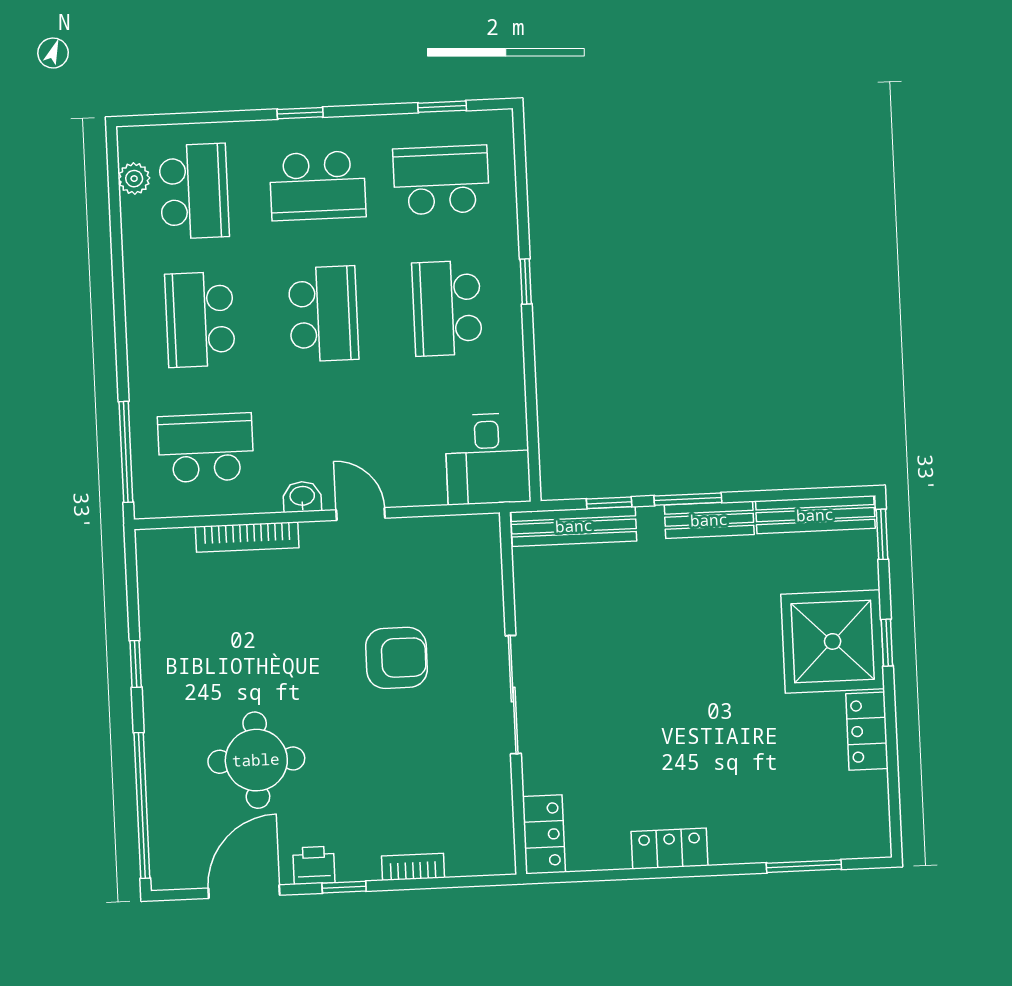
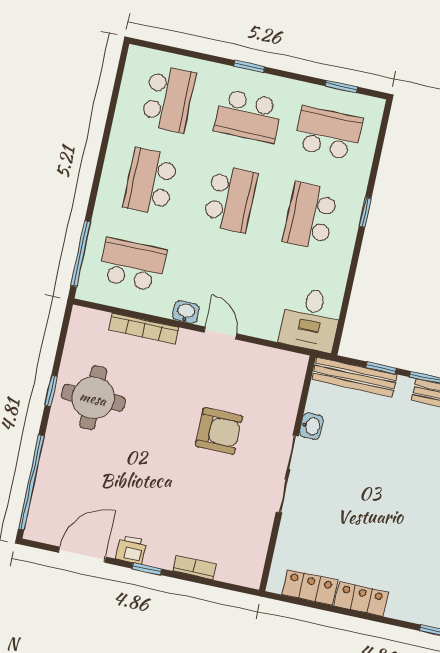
plant: (134, 179) -> (132, 80), removed
washbasin: (530, 615) -> (311, 426), added
round table: (256, 760) -> (93, 398), moved
locker: (544, 834) -> (310, 587), moved, turned -90

